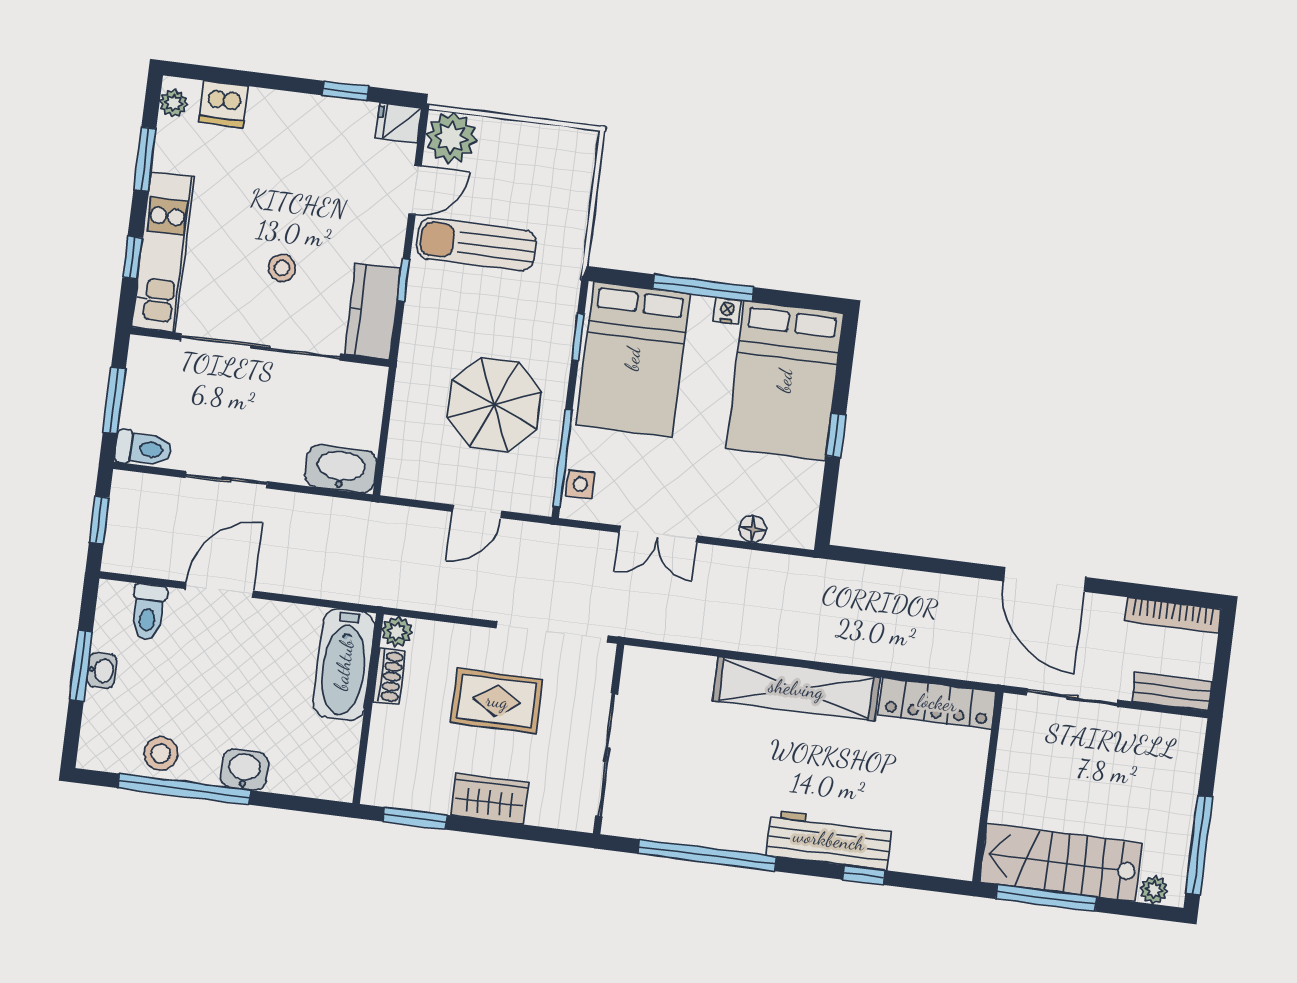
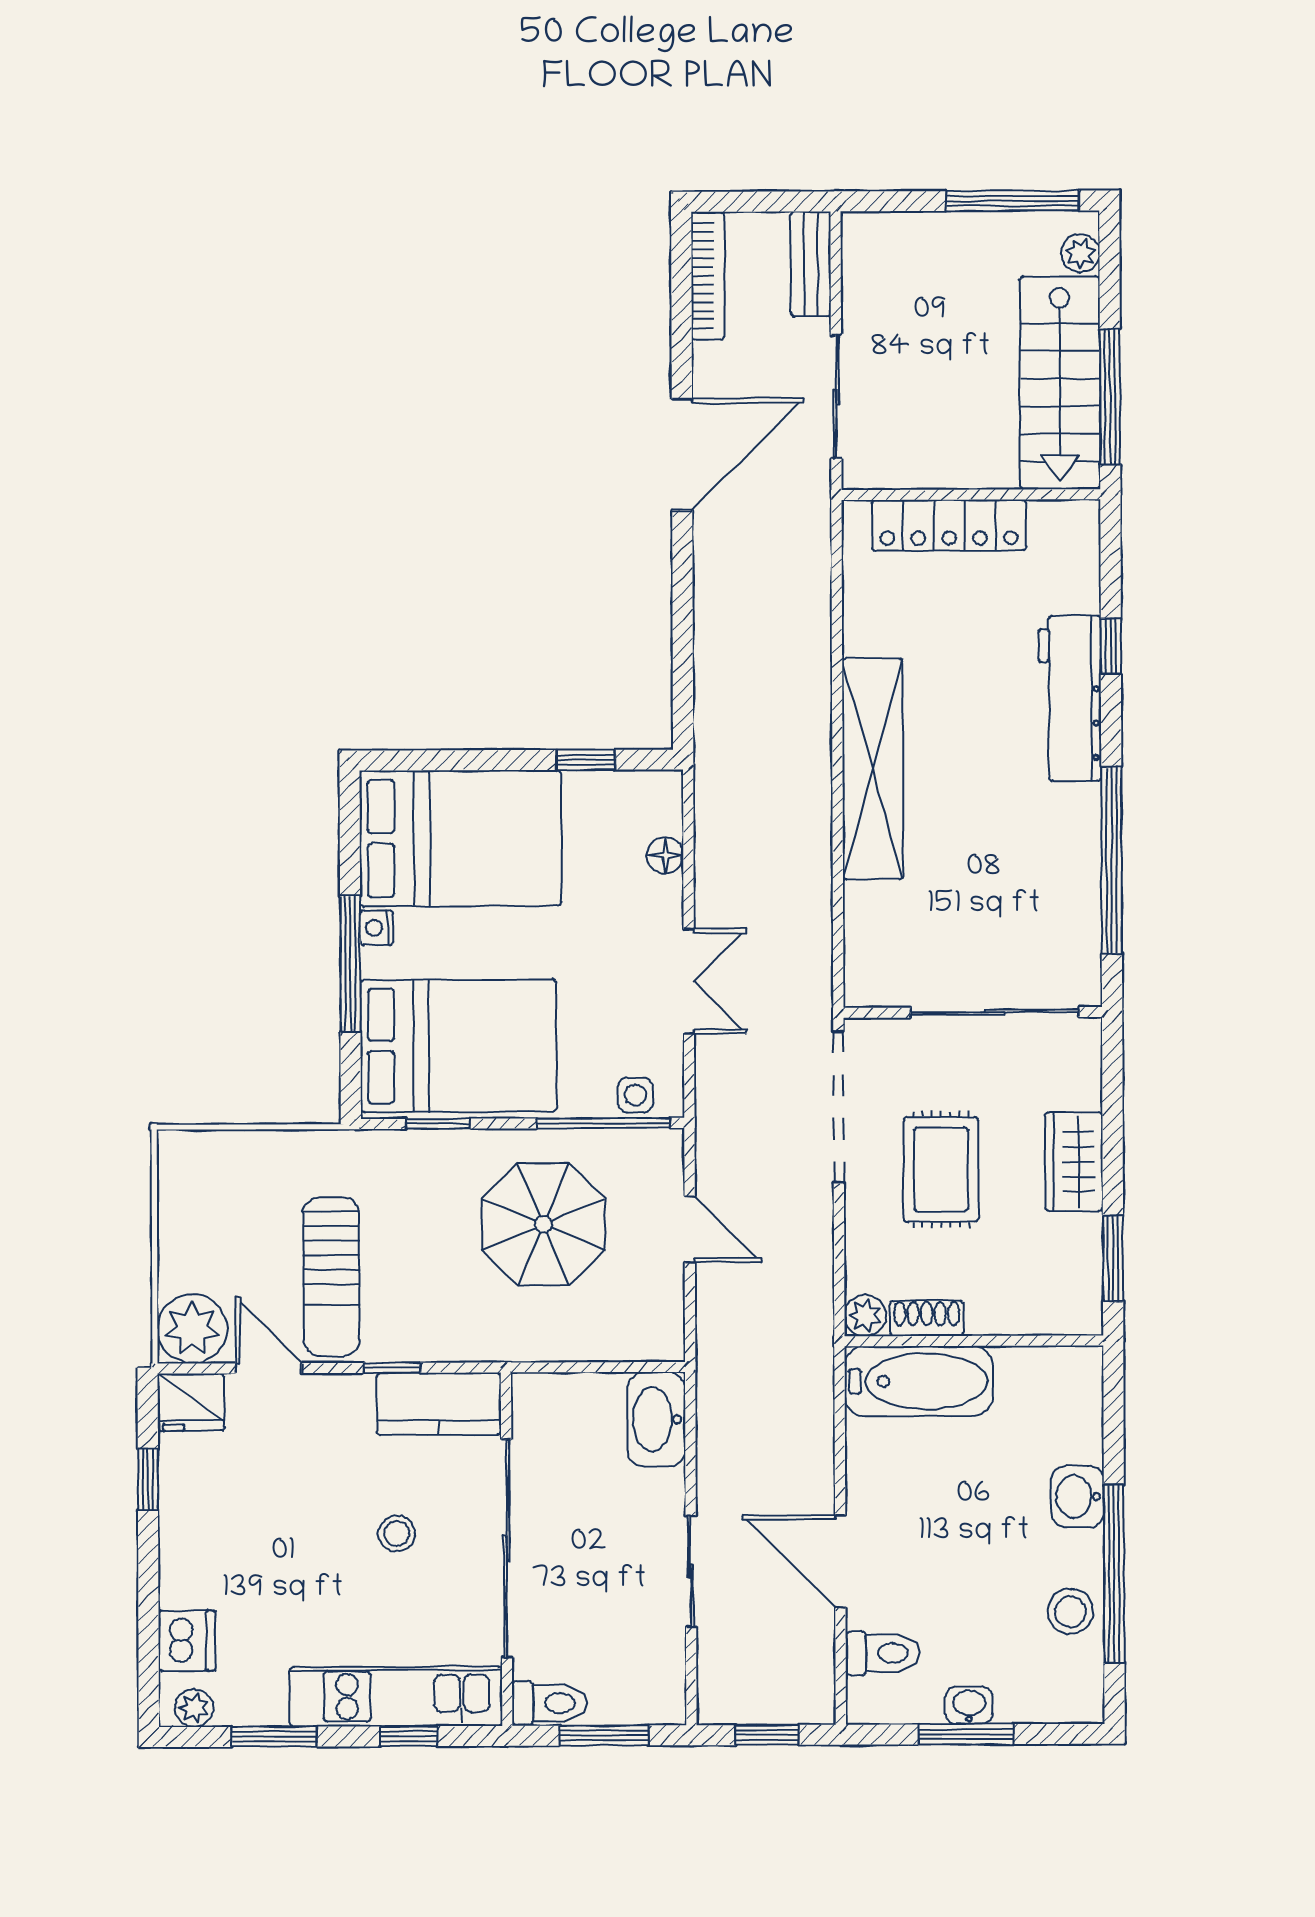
fridge: (398, 123) -> (191, 1402), width x1.38
window: (836, 435) -> (586, 760), moved
toilet: (143, 449) -> (549, 1703), moved, turned 90
locker: (937, 703) -> (949, 525), moved, turned 90

